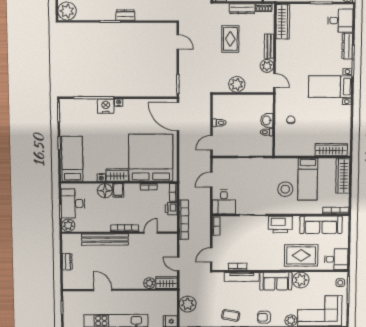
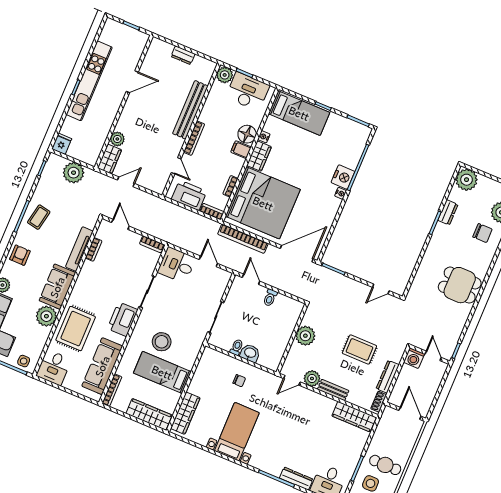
dresser: (125, 15) -> (448, 212), moved
bed with nightstands: (330, 87) -> (237, 432), moved
printer: (171, 209) -> (189, 195), width x1.87, depth x1.48
bookcase: (184, 220) -> (243, 239), moved

